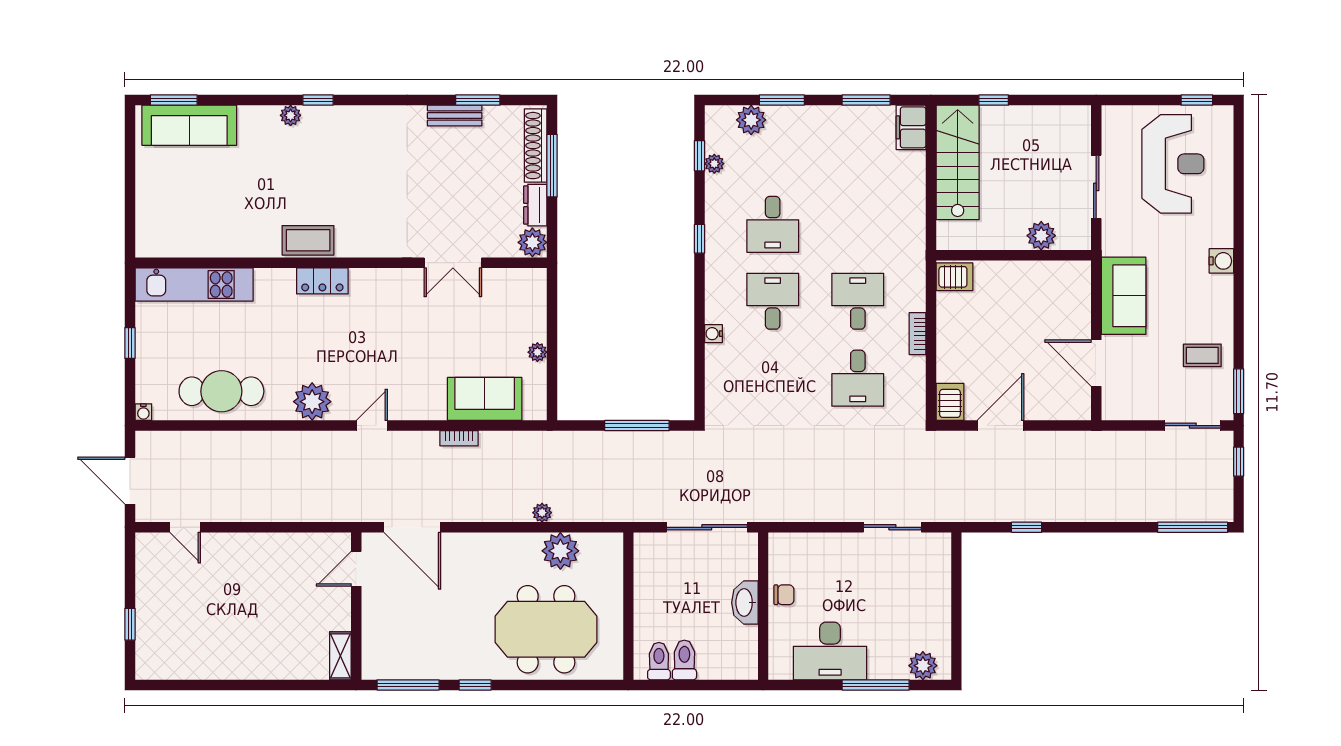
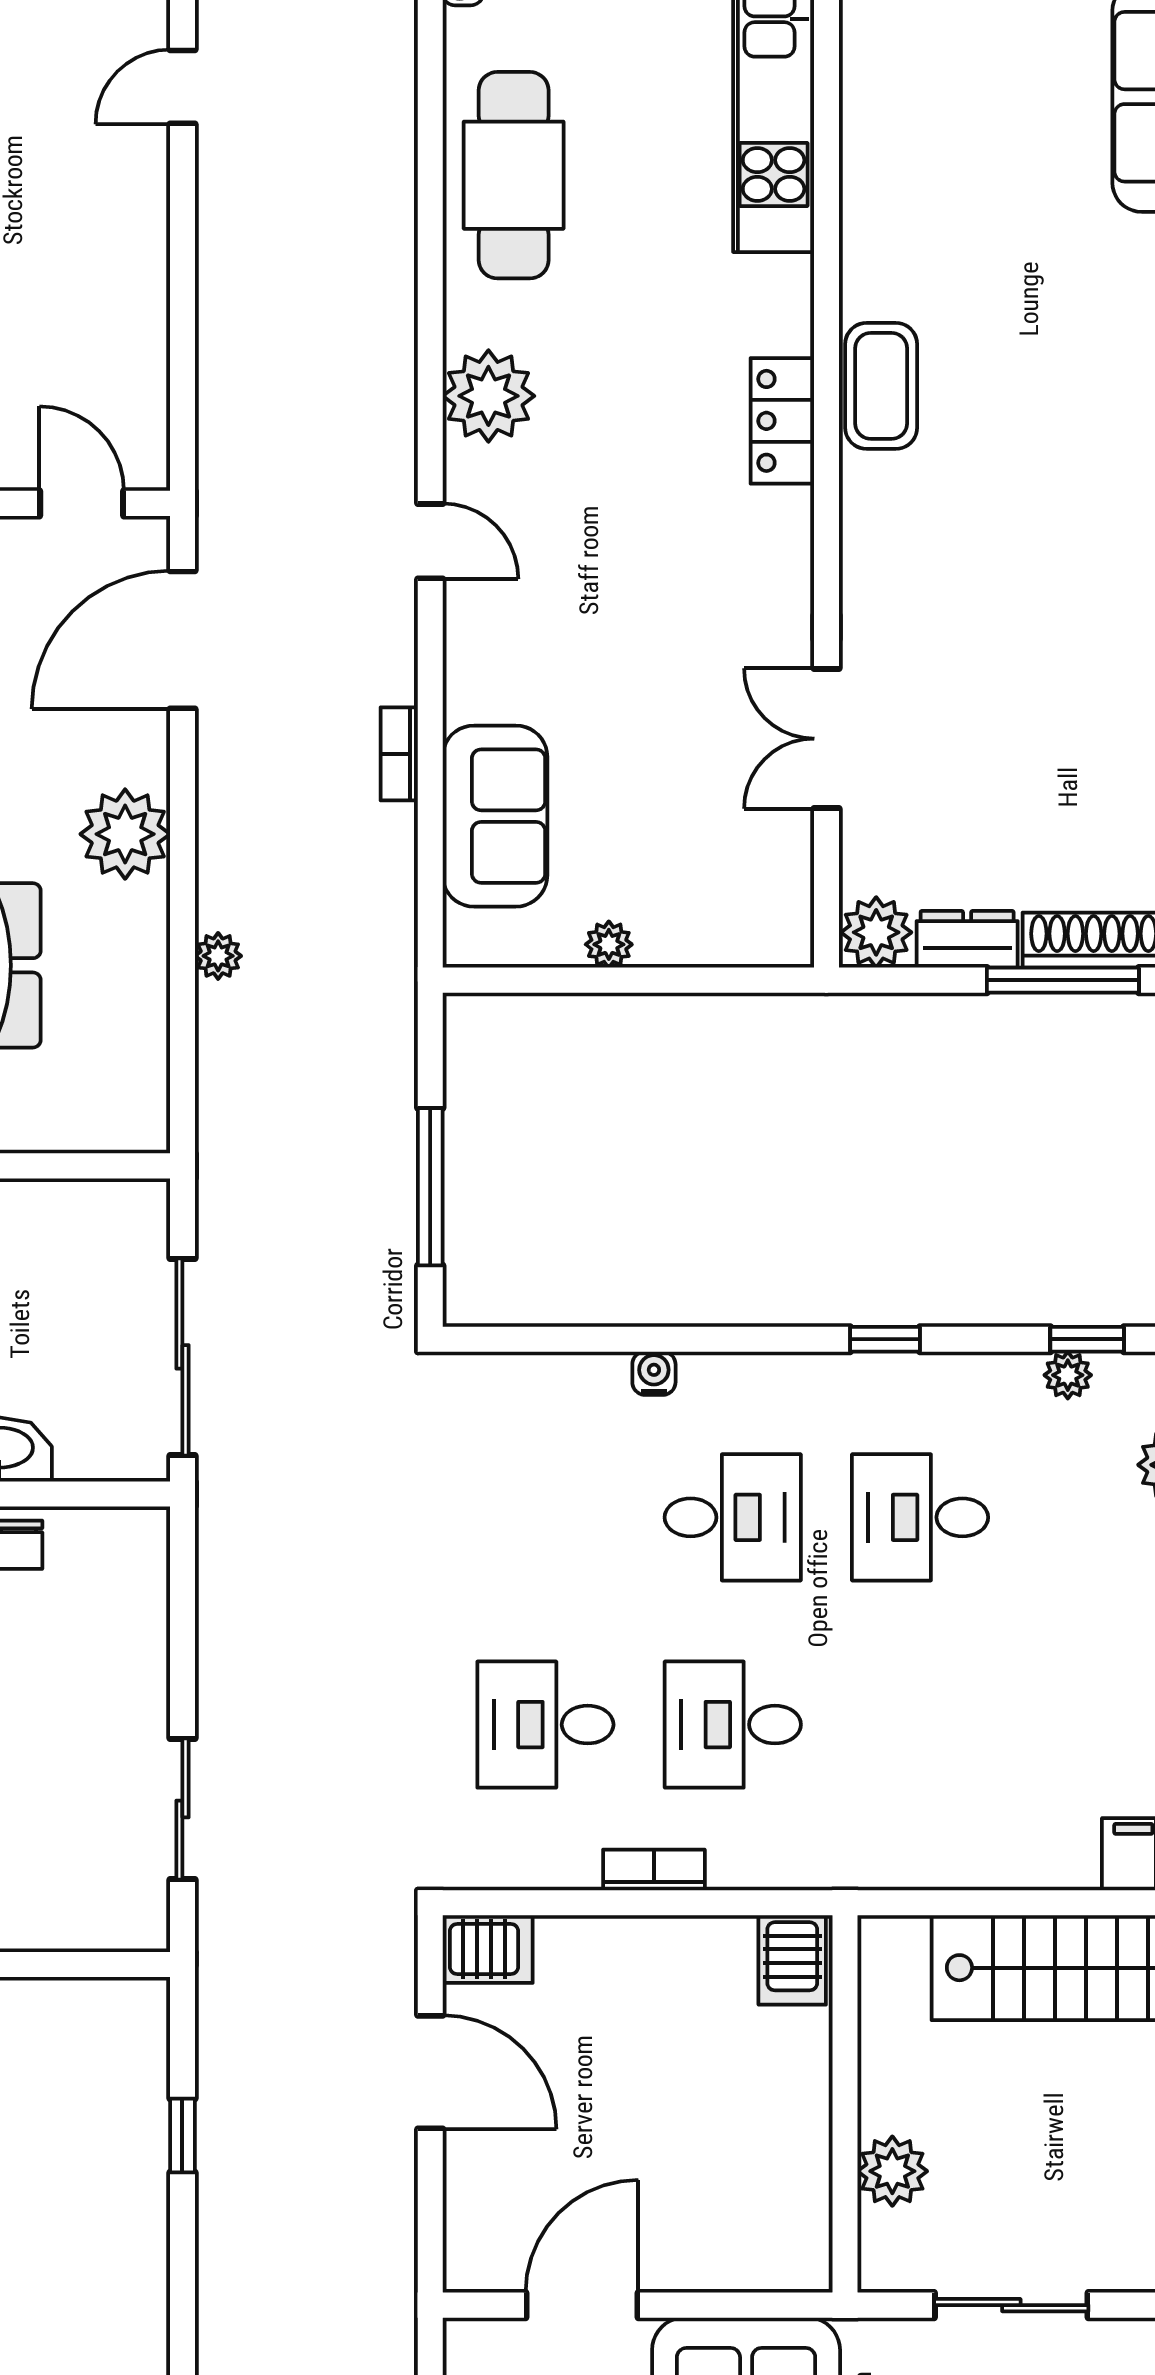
desk: (858, 301) -> (733, 1725), turned 180
plant: (560, 551) -> (125, 834), moved

